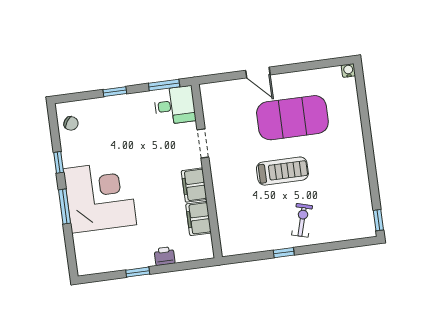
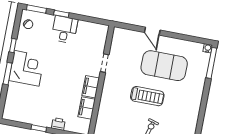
window: (164, 85) -> (36, 9), moved
window: (361, 90) -> (211, 63), added
desk: (175, 105) -> (65, 29), moved, turned -90
corner desk: (100, 197) -> (27, 68), width x0.74, depth x0.74

